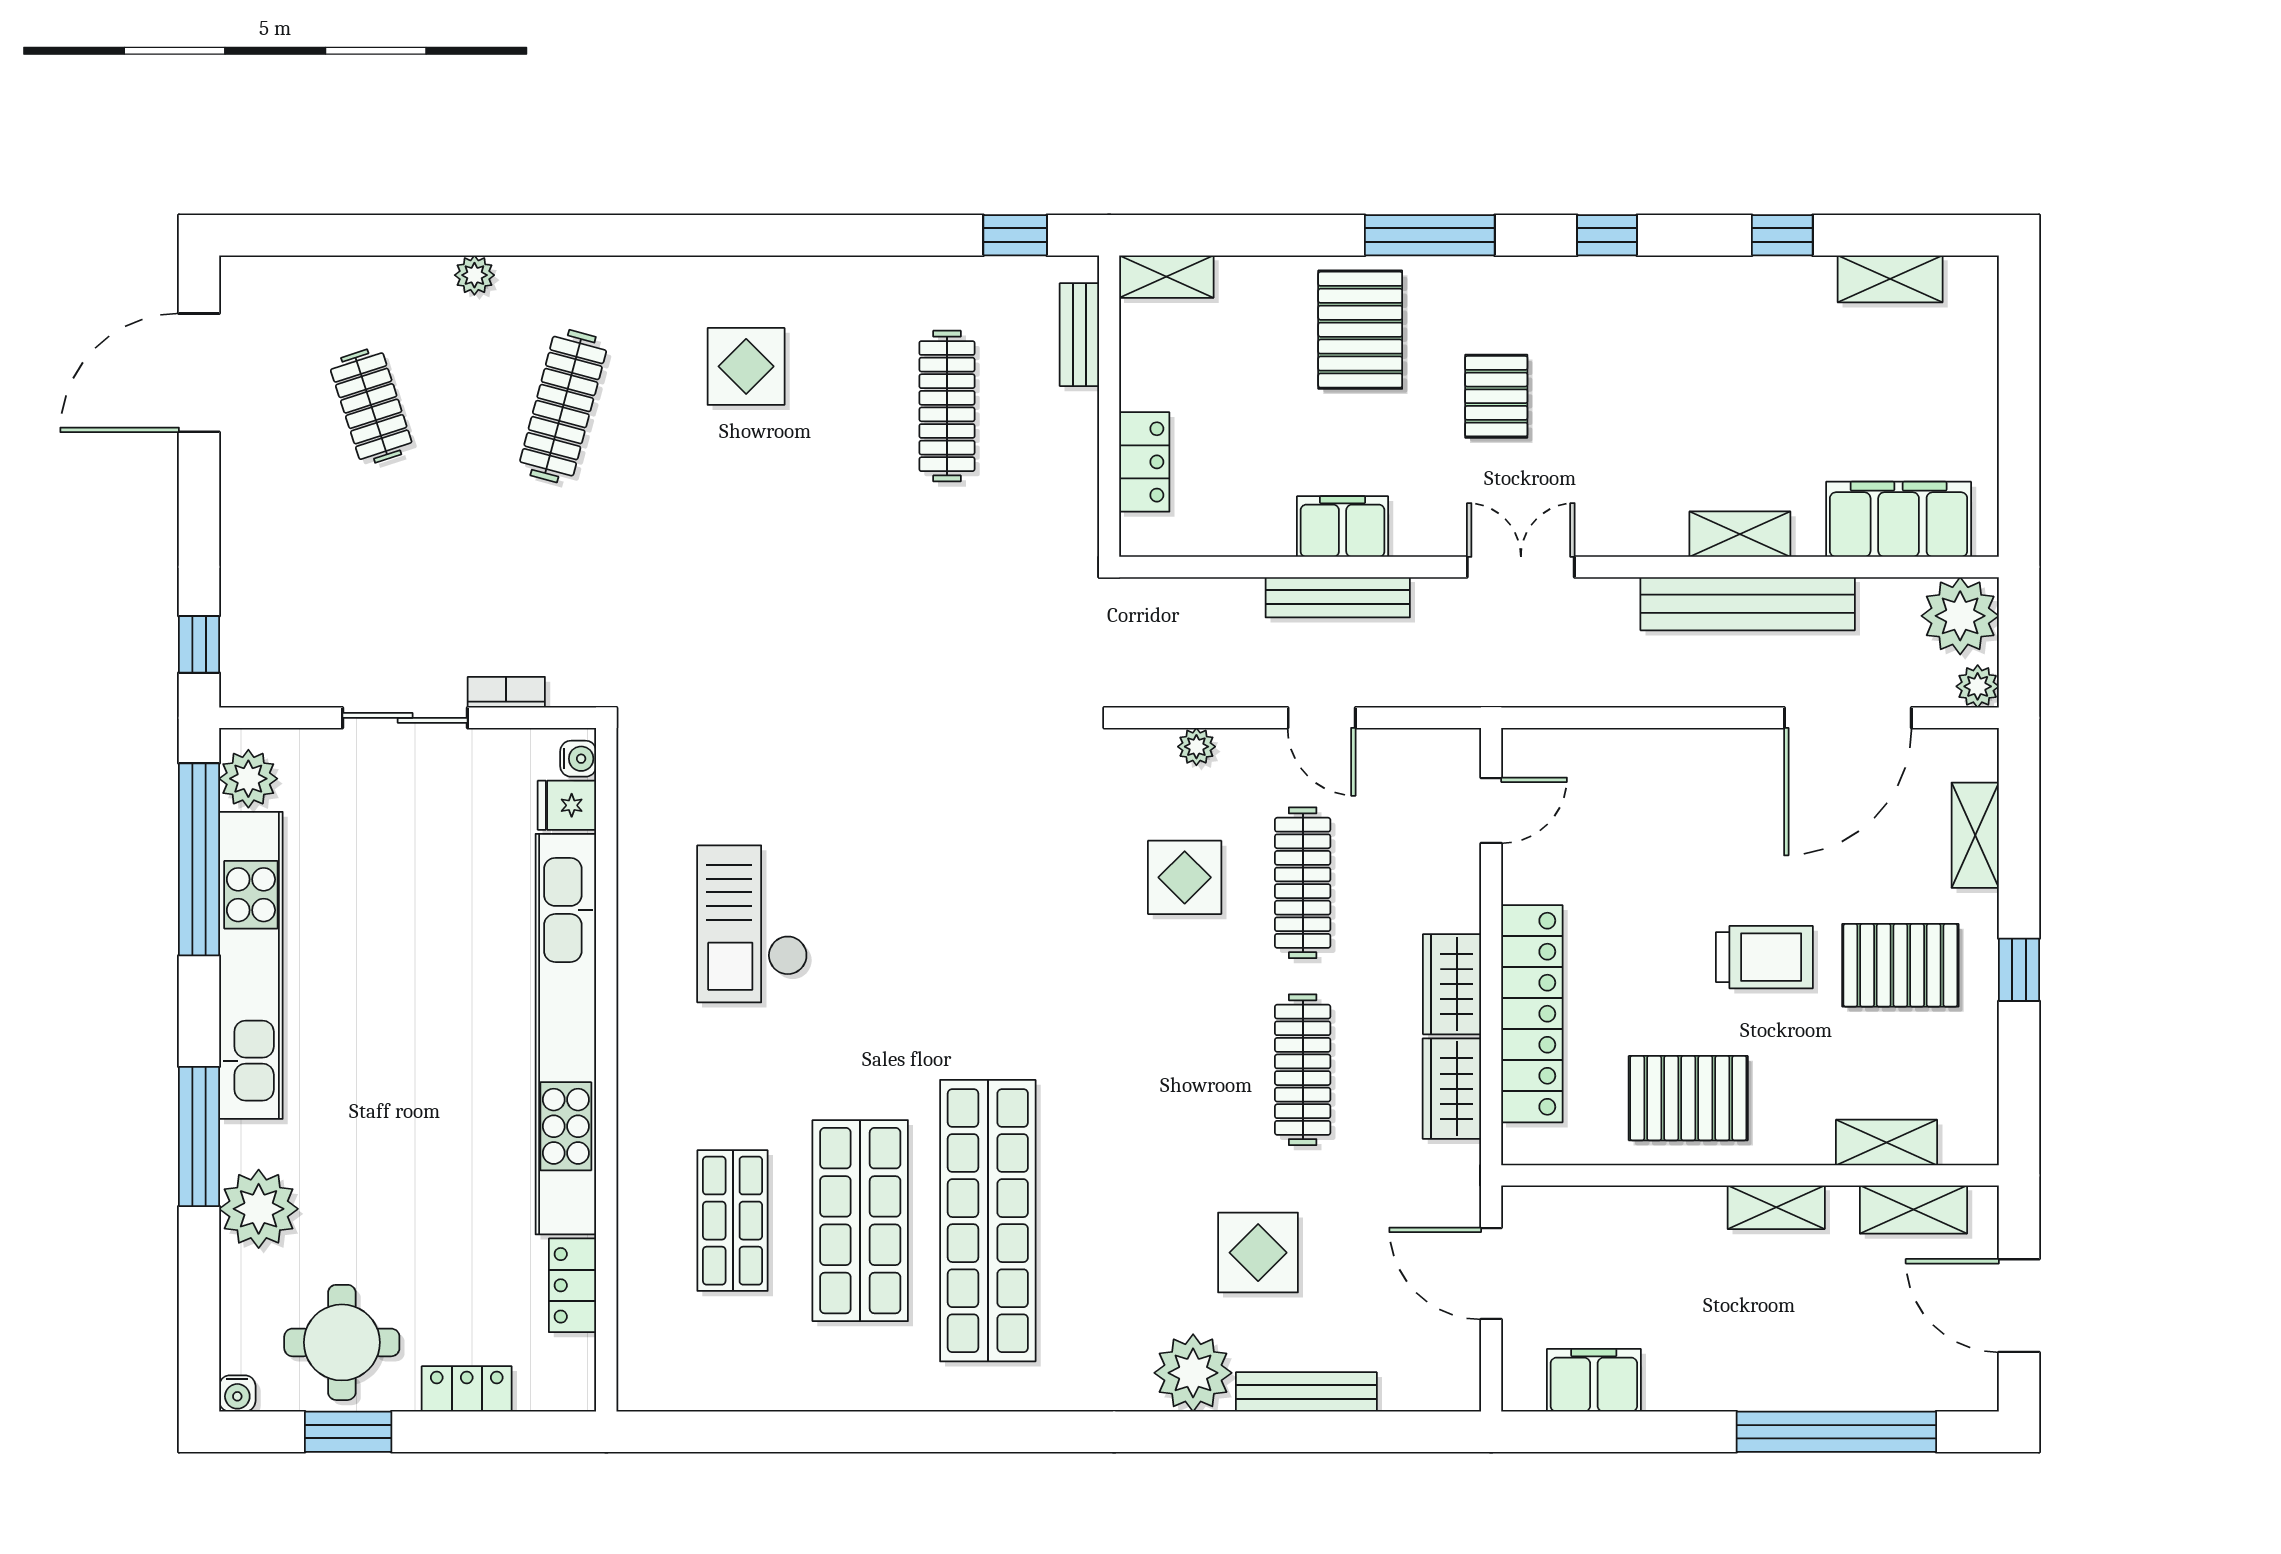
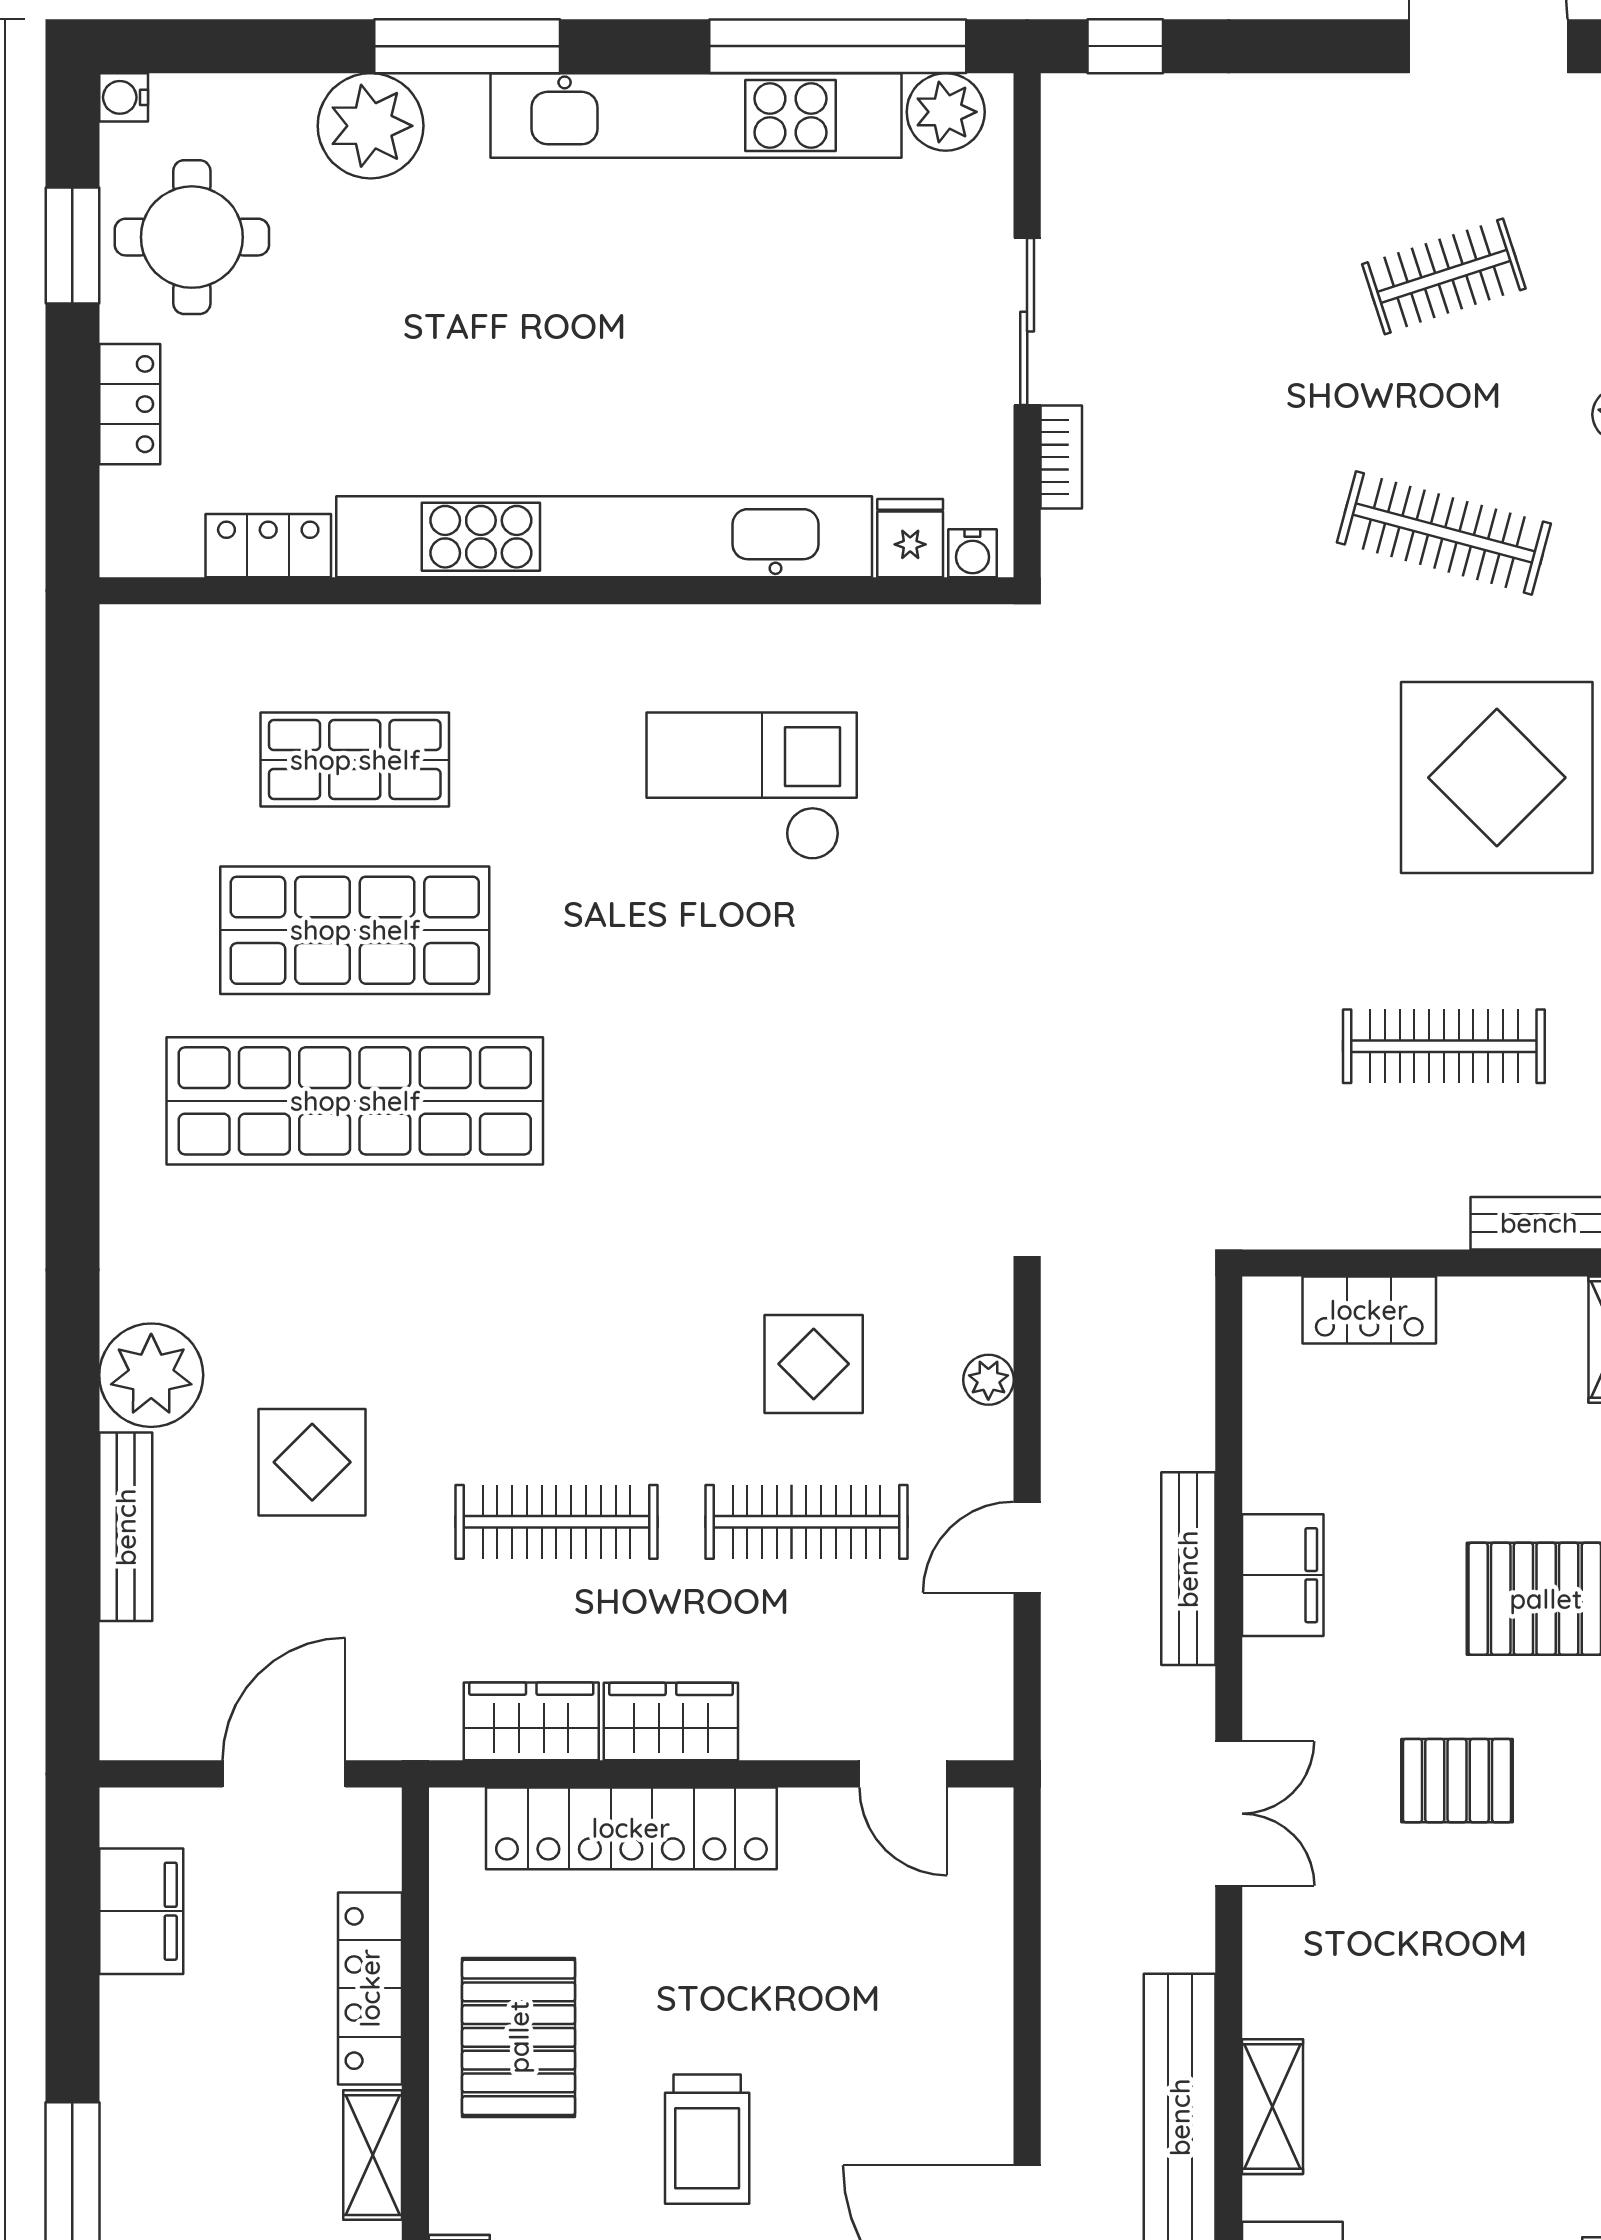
display table: (746, 366) -> (1497, 778), width x1.86, depth x1.86
locker: (1652, 1209) -> (370, 1988), added

